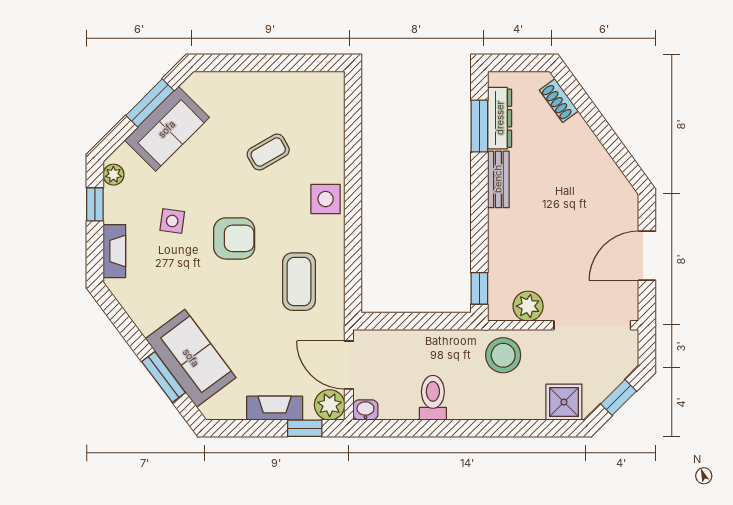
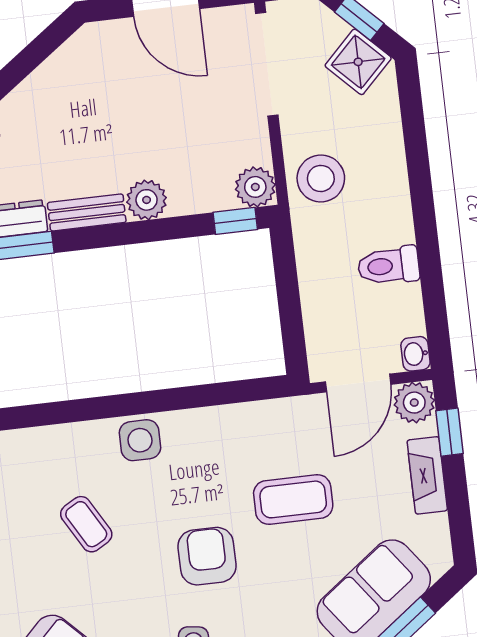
plant: (502, 225) -> (147, 200), added
coffee table: (299, 282) -> (293, 499), moved
plant: (528, 306) -> (255, 187), moved
shower: (564, 402) -> (358, 62), moved, turned 45

